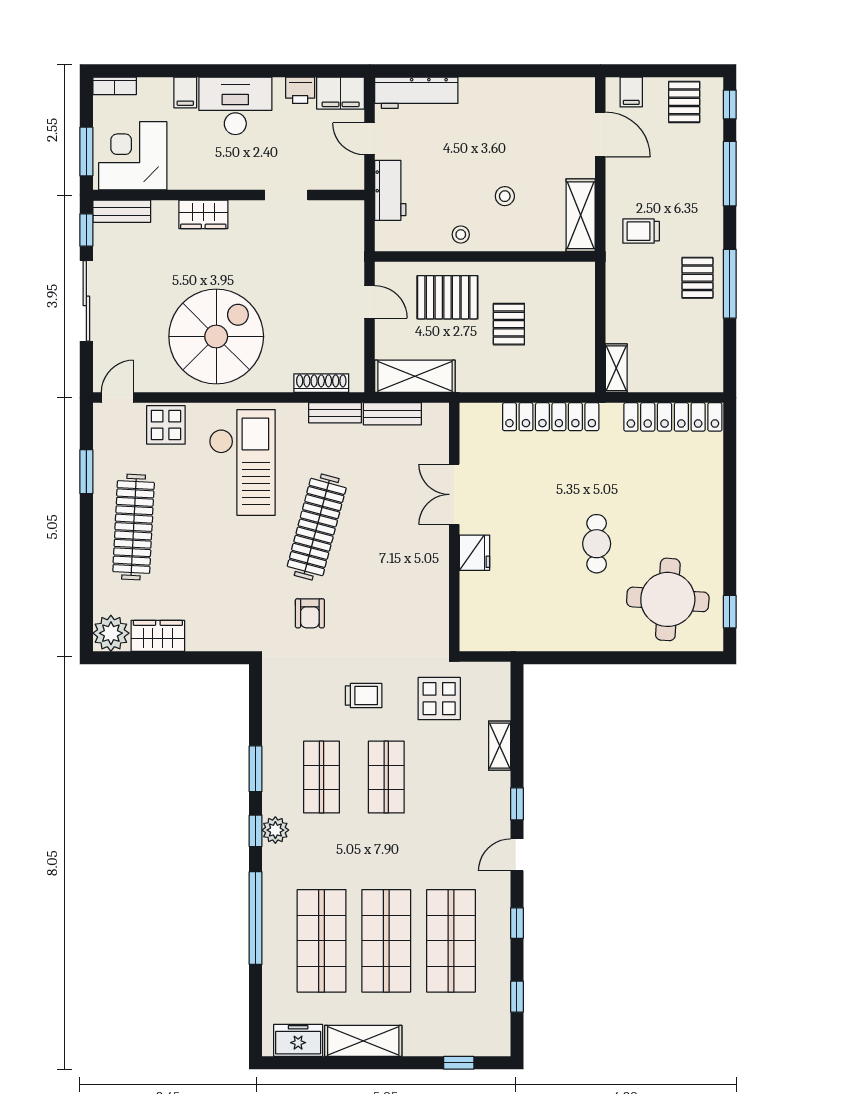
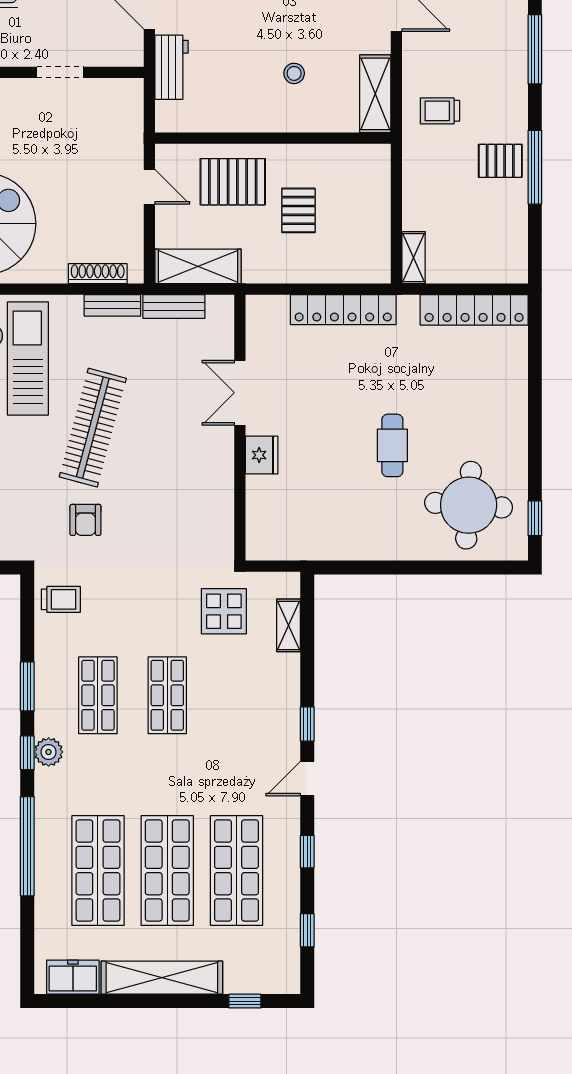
stool: (461, 235) -> (247, 115), removed
pallet: (697, 278) -> (500, 161), turned 90
trolley: (364, 696) -> (61, 599), moved
shelving: (500, 746) -> (288, 625), moved
shelving: (363, 1041) -> (162, 978), width x1.47

